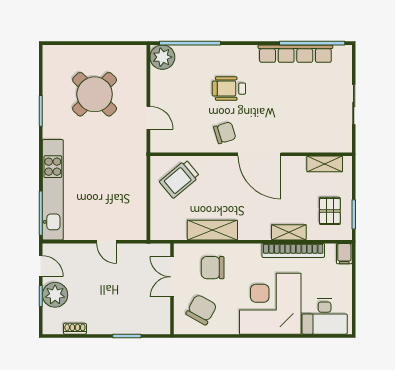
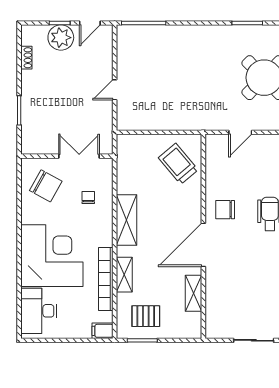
chair: (225, 133) -> (225, 210), turned 107
shelving: (325, 164) -> (194, 293), moved
kitchen unit: (53, 190) -> (167, 35), removed
shelving: (212, 230) -> (126, 220), moved
chair: (213, 268) -> (88, 197), width x0.54, depth x0.54

